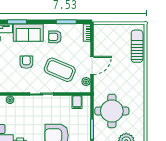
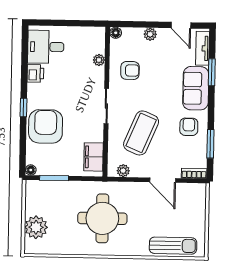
armchair: (26, 62) -> (130, 70), moved
door: (92, 65) -> (163, 180), moved
filing cabinet: (77, 102) -> (94, 157), width x2.00
round table: (112, 111) -> (102, 218), moved

